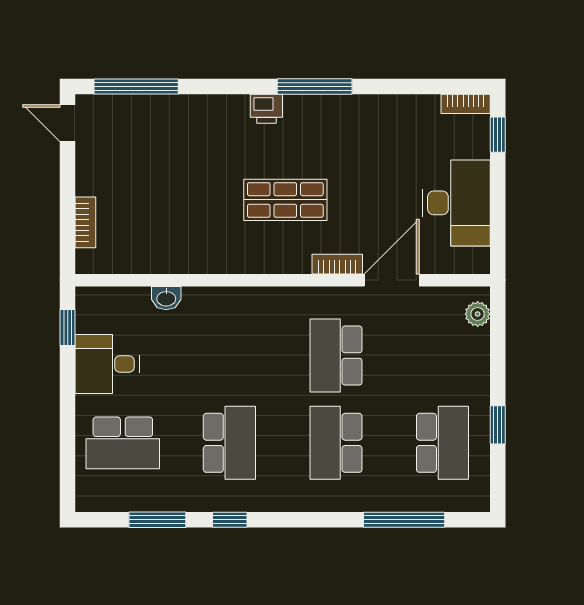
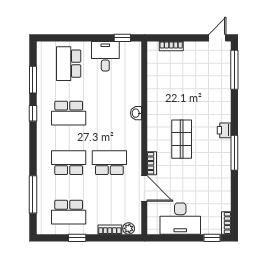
washbasin: (166, 298) -> (136, 113), moved
bookcase: (480, 354) -> (110, 230), added

